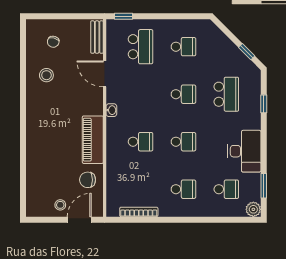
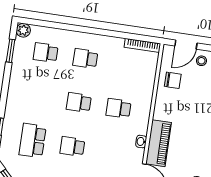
piano: (93, 140) -> (158, 143), moved
desk: (244, 151) -> (24, 85), removed
bookcase: (139, 212) -> (142, 45), moved

